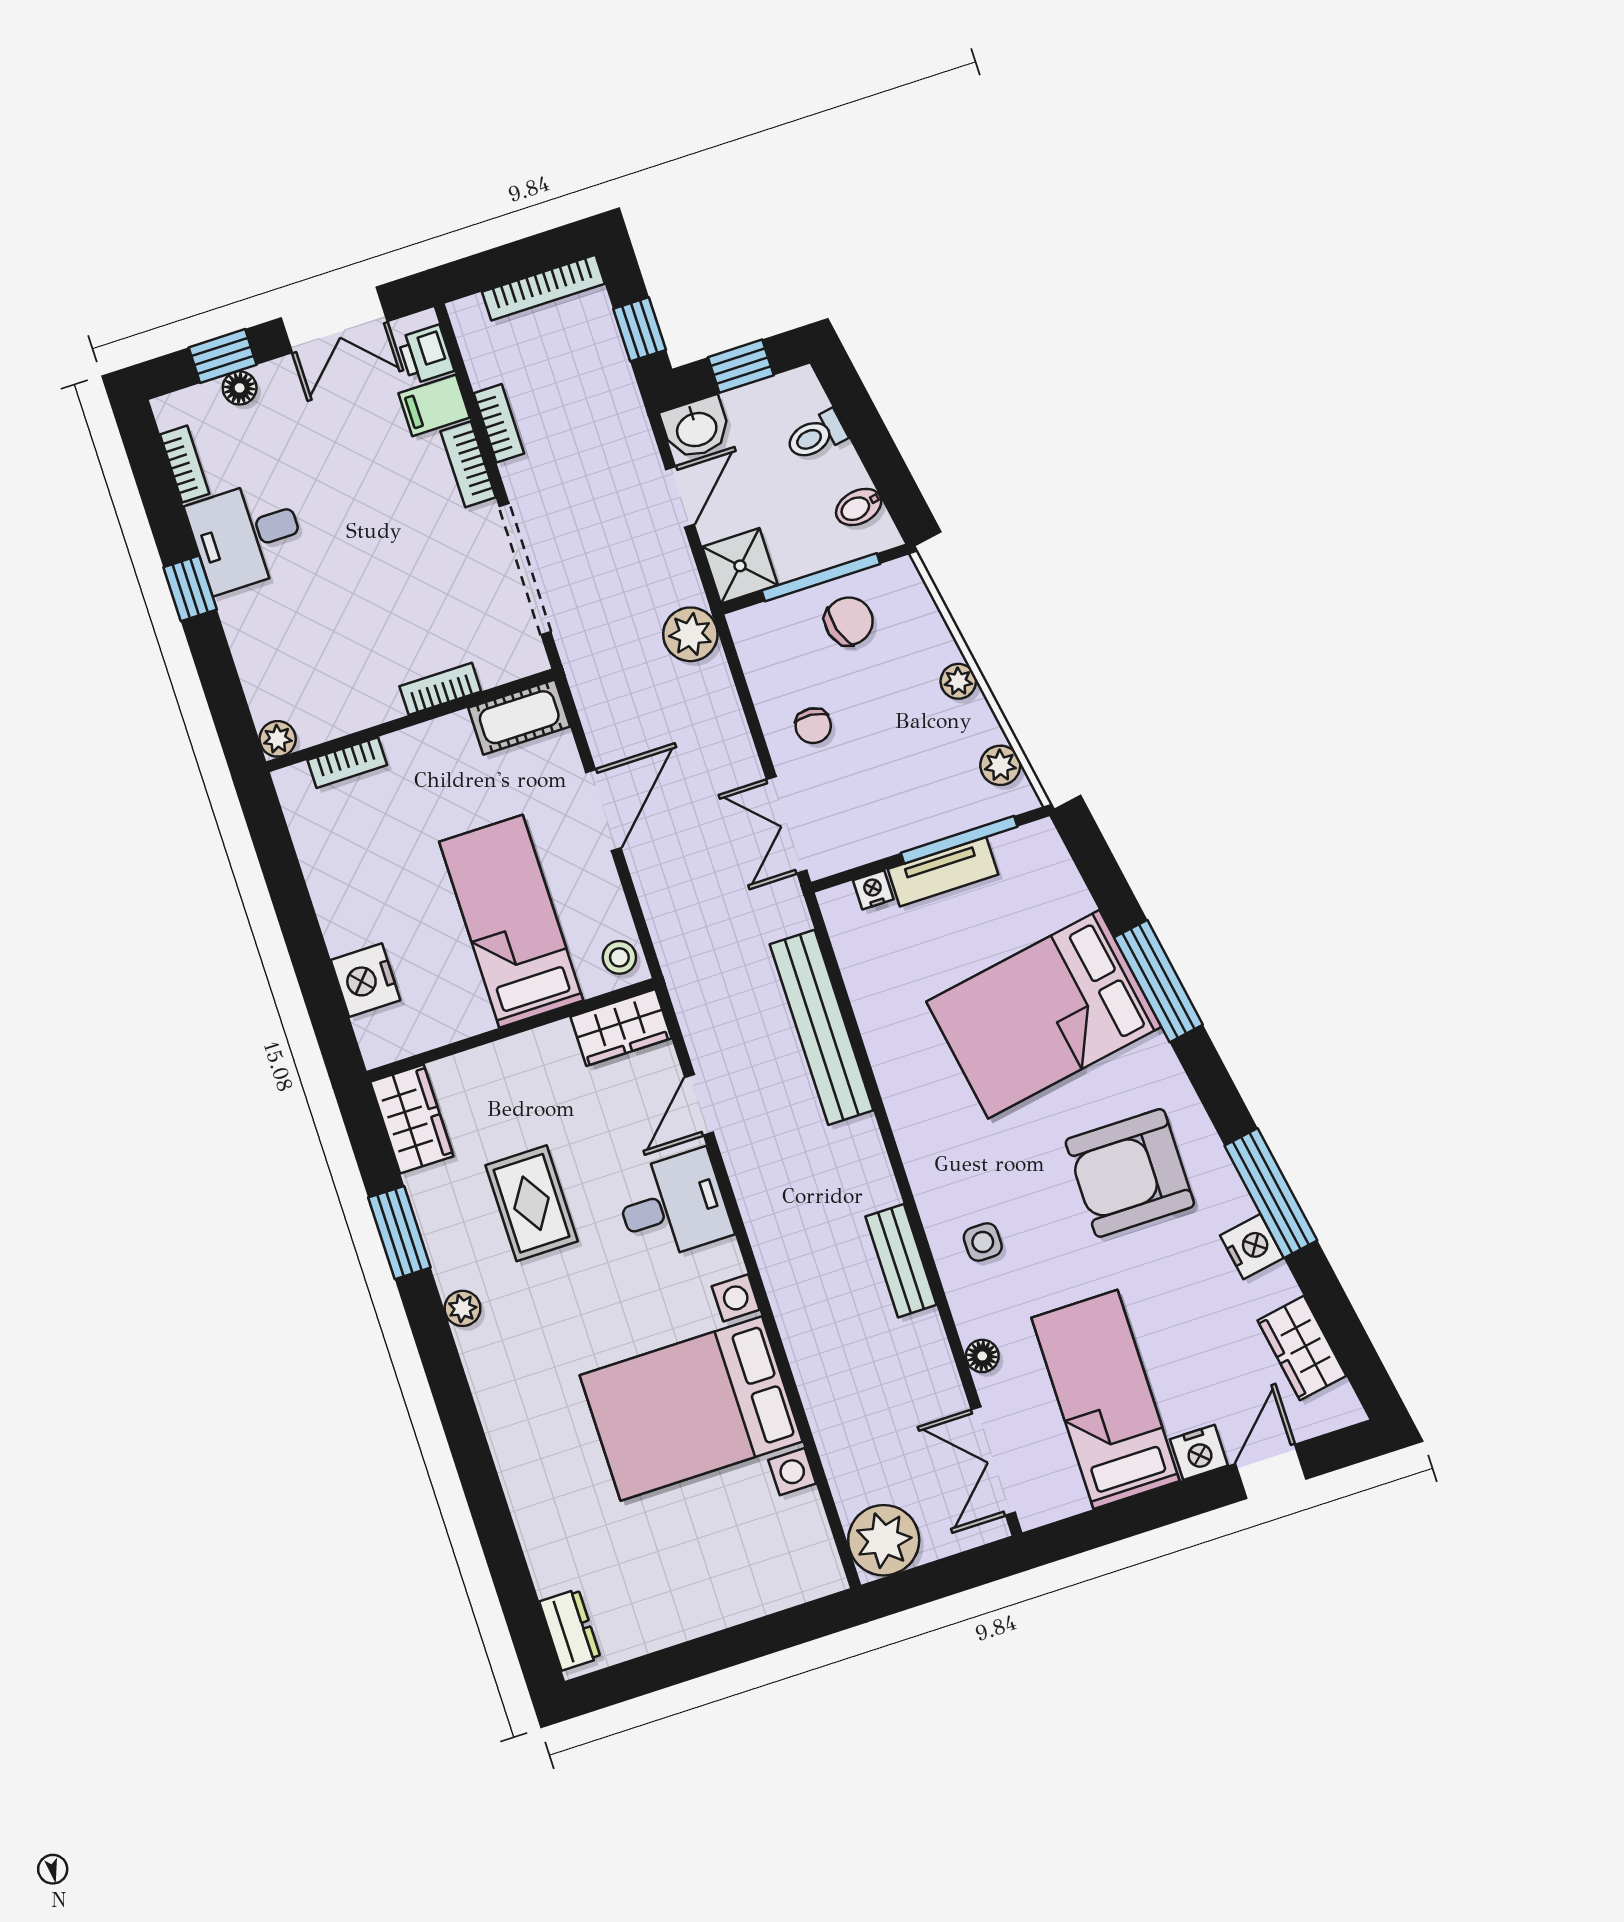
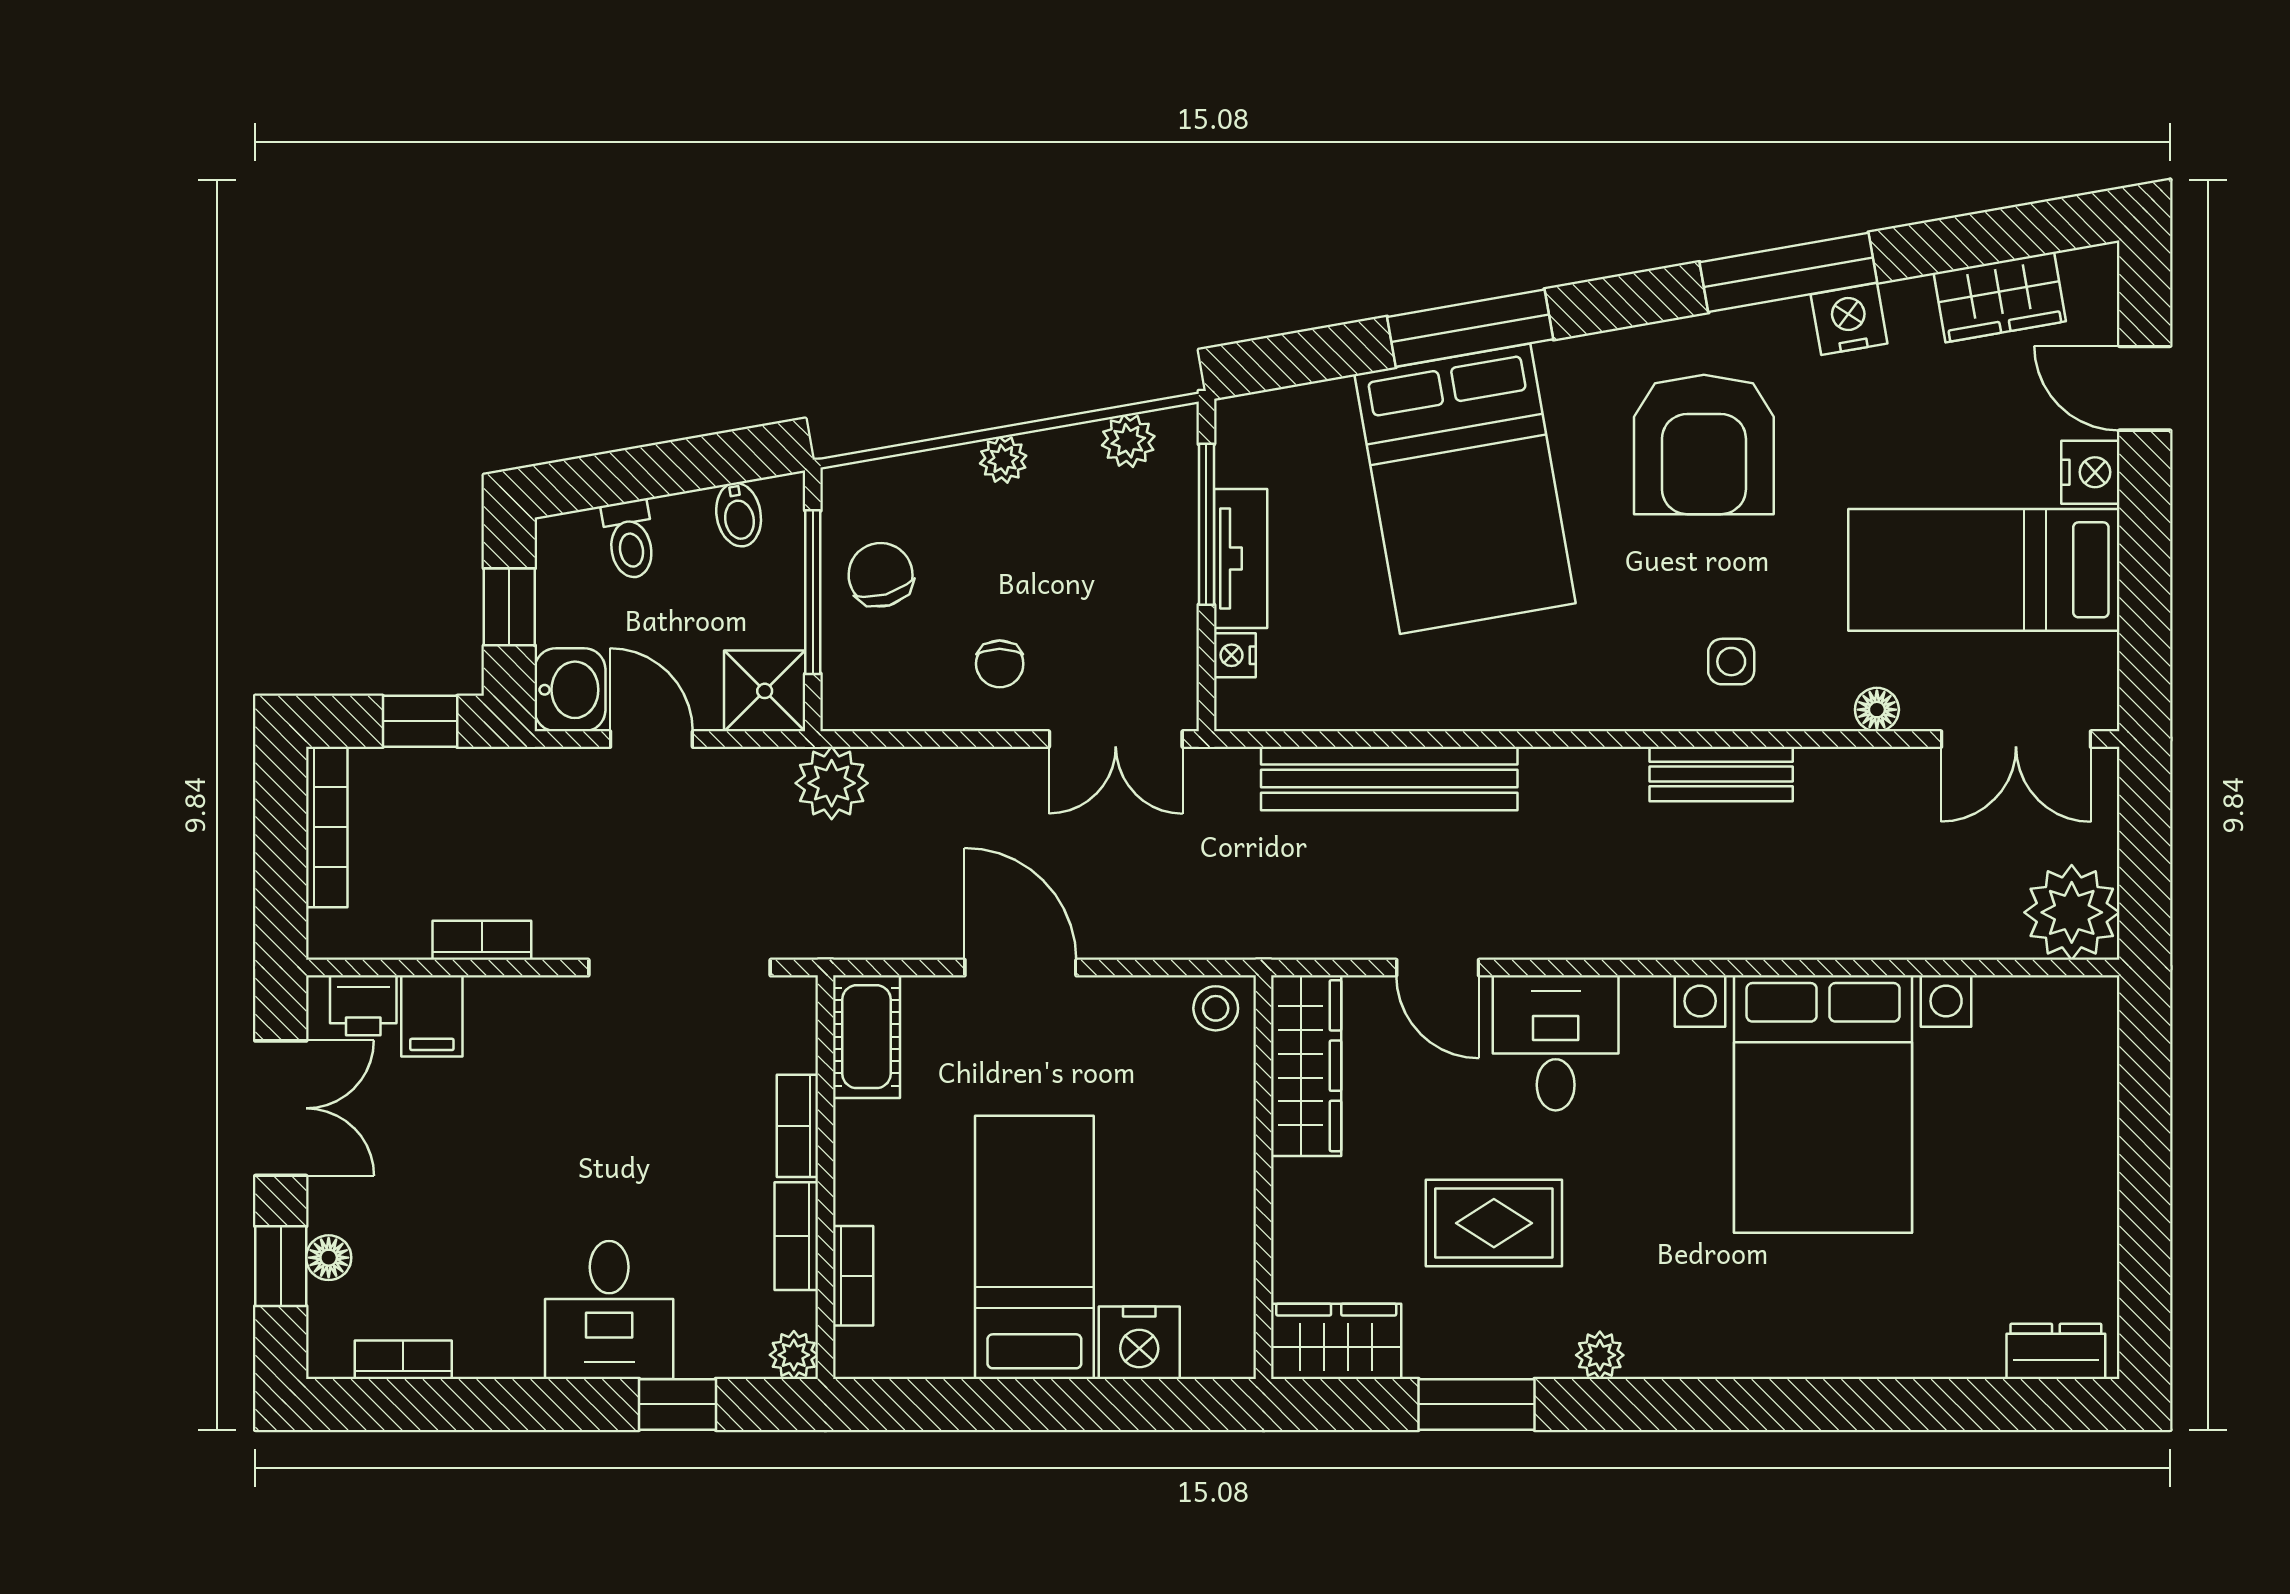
bookcase: (468, 464) -> (796, 1236), moved, turned 90
desk: (247, 536) -> (609, 1310), moved
window: (190, 588) -> (677, 1404), moved
chair: (813, 726) -> (1000, 664), turned 85
bed: (511, 921) -> (1034, 1247), moved, turned 90
wardrobe: (621, 1028) -> (1306, 1066), width x1.50

